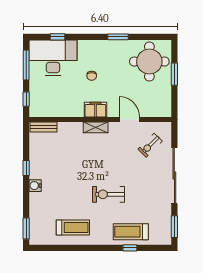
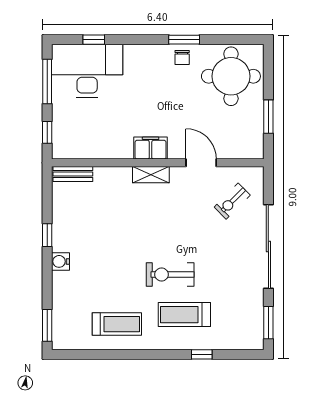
window: (174, 74) -> (268, 117), moved
chair: (92, 76) -> (182, 57), moved
treadmill: (131, 232) -> (184, 315), moved

